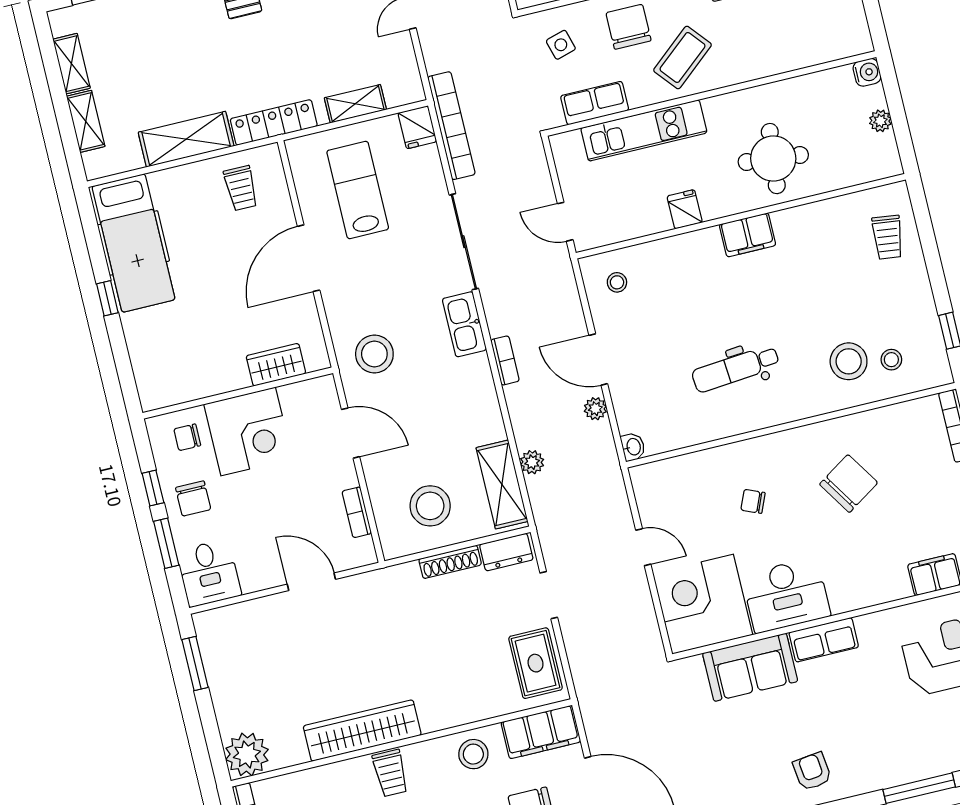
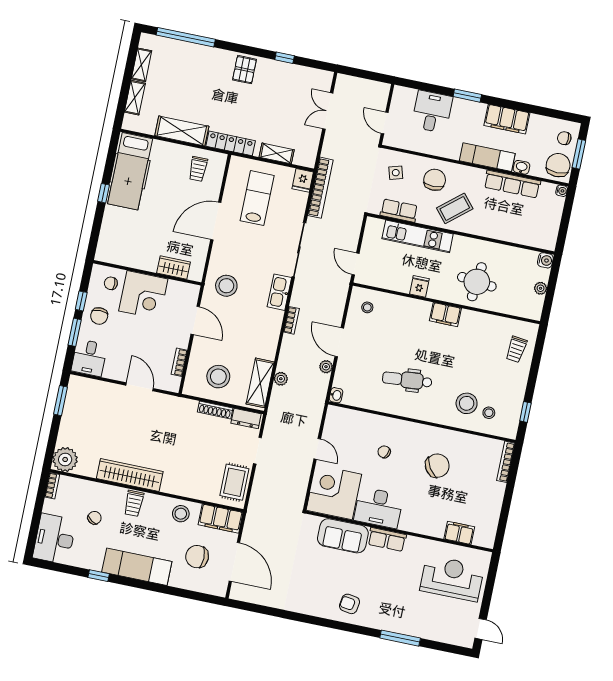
armchair: (812, 771) -> (350, 604), turned -74

